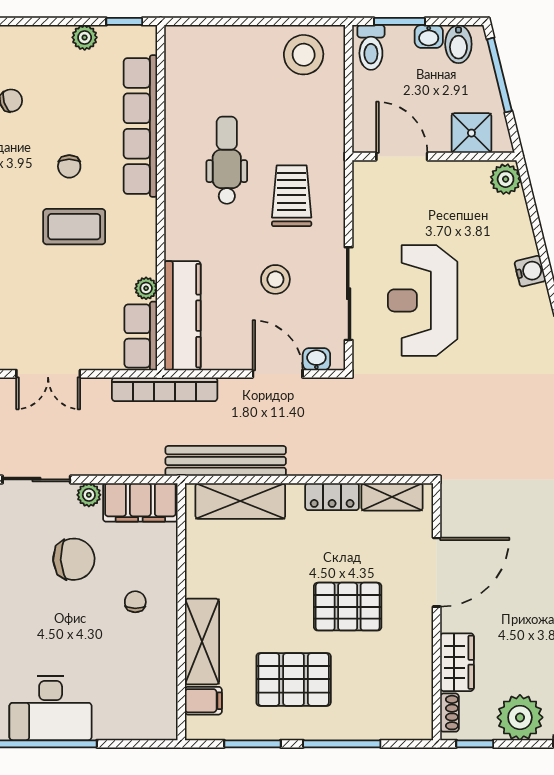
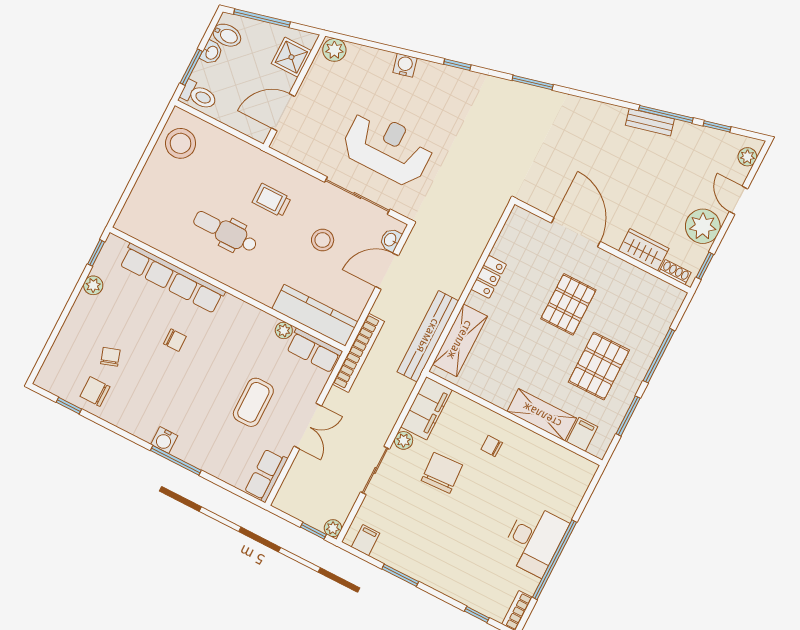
trolley: (292, 196) -> (272, 200), width x0.73, depth x0.72
coffee table: (74, 227) -> (253, 402), moved
reception desk: (423, 300) -> (388, 148), turned 180
shelving: (392, 497) -> (510, 236), removed

